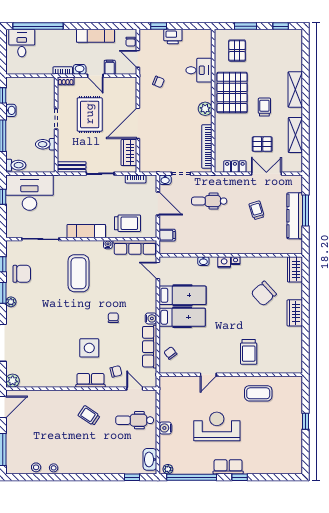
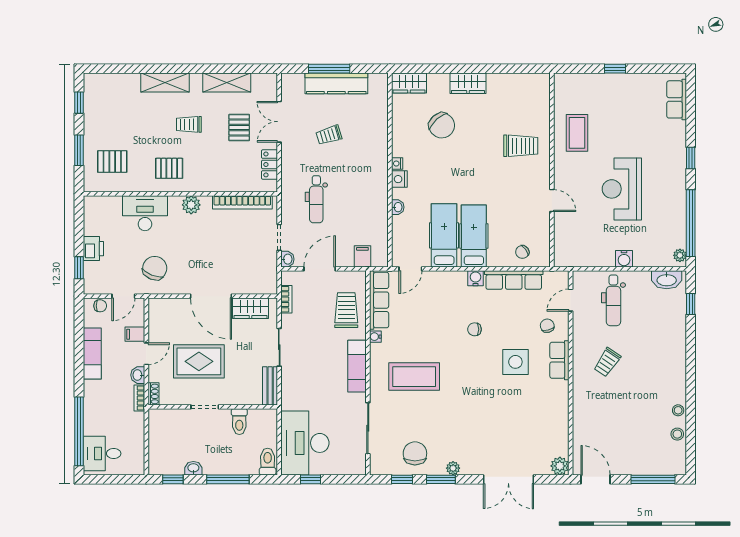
desk: (199, 70) -> (145, 213), width x1.37
chair: (158, 82) -> (155, 268), width x1.87, depth x1.87
pallet: (232, 92) -> (169, 168), width x0.49, depth x0.50
row of seats: (228, 467) -> (677, 99), moved

